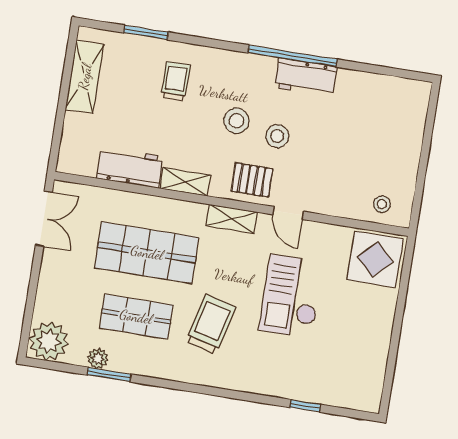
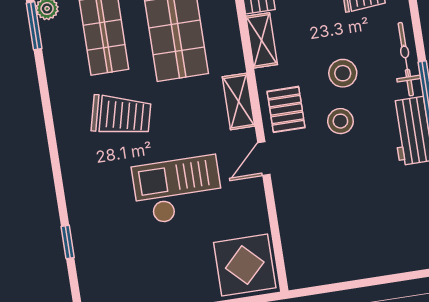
bicycle: (242, 62) -> (406, 59), added
stool: (382, 204) -> (305, 254), removed

